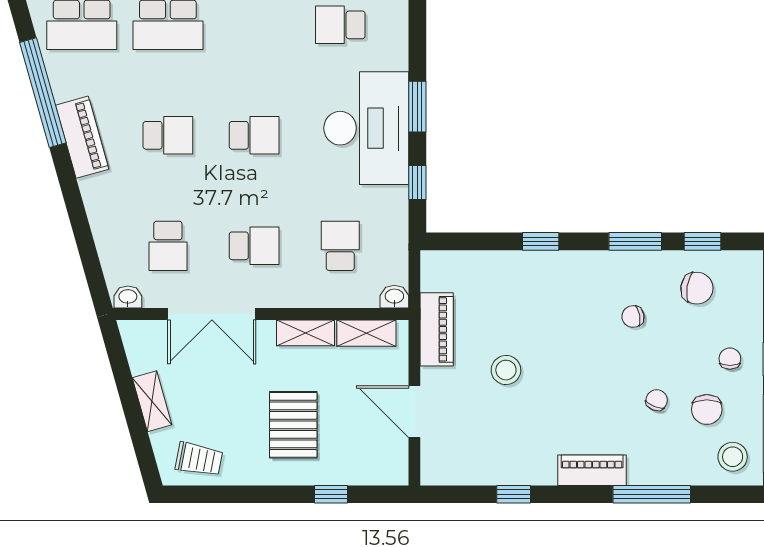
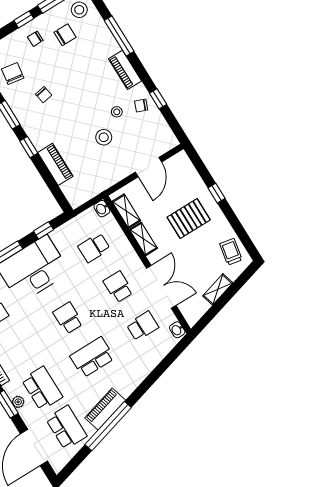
school desk: (168, 135) -> (92, 357), width x1.85
piano: (82, 137) -> (105, 409), moved
window: (541, 241) -> (29, 147), moved
piano: (437, 329) -> (55, 164), moved, turned 90
chair: (657, 400) -> (141, 105), moved
stool: (534, 416) -> (117, 112), added
window: (331, 494) -> (217, 193), moved

